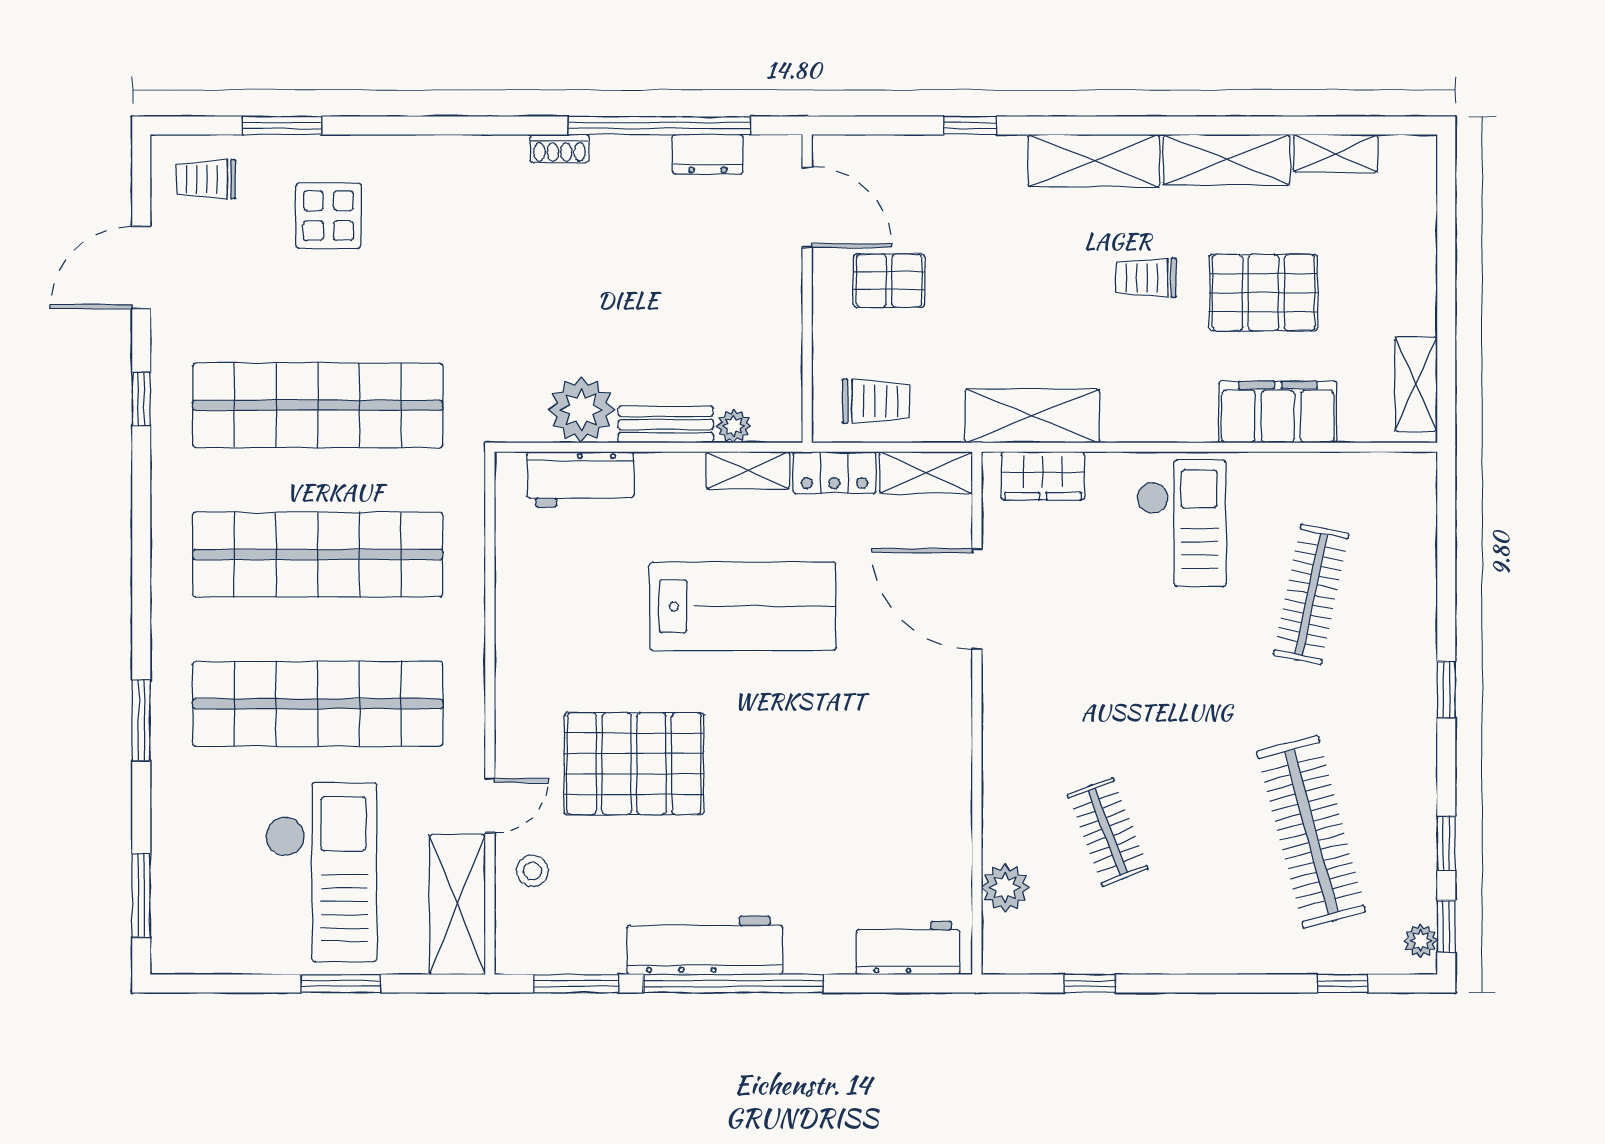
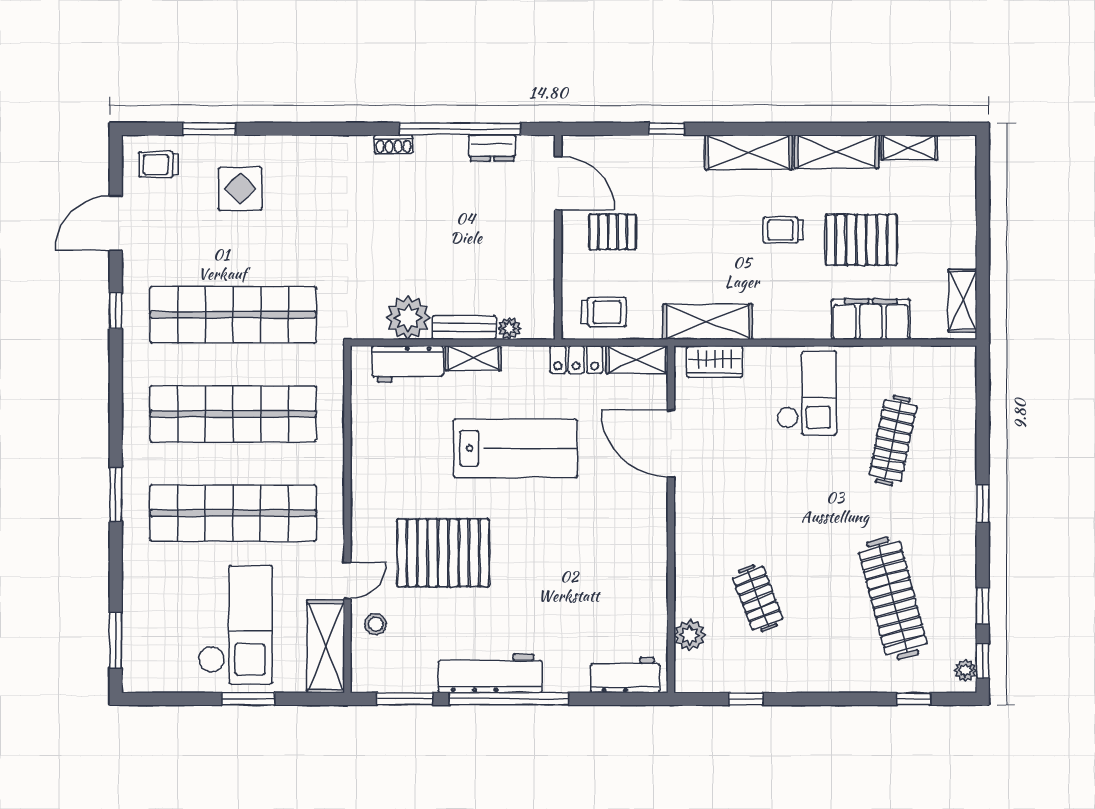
shelving: (748, 470) -> (473, 358), moved
window: (141, 720) -> (116, 494), moved

